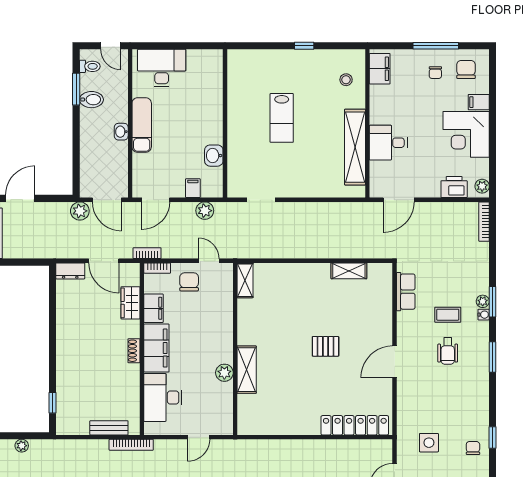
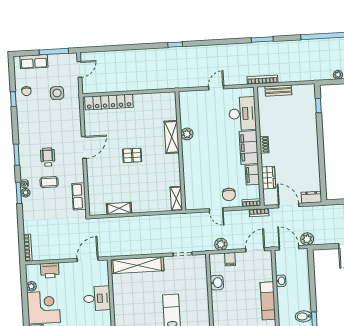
washbasin: (121, 132) -> (281, 281), moved
shelving: (355, 147) -> (137, 265), moved, turned 90
plant: (482, 186) -> (31, 286), moved
shelving: (245, 280) -> (176, 199), moved
wall: (235, 349) -> (180, 151), moved
shelving: (247, 370) -> (172, 137), moved
plant: (224, 373) -> (187, 134), moved

